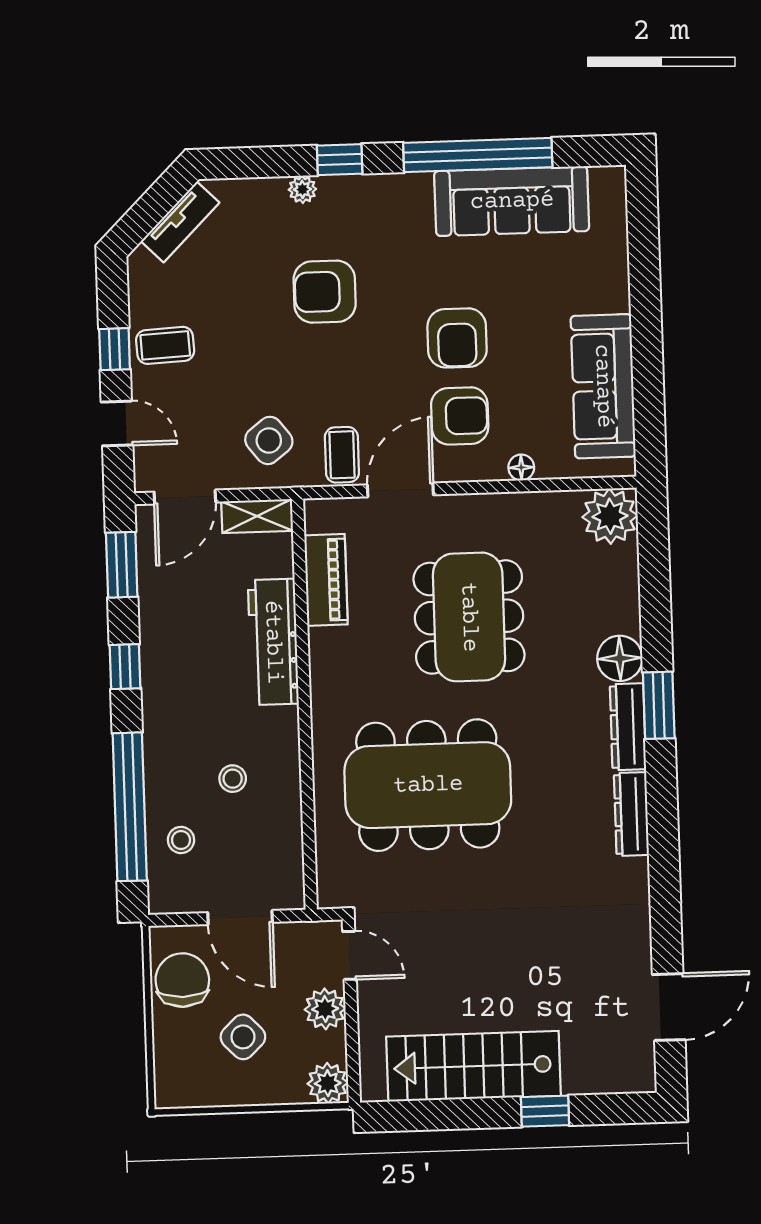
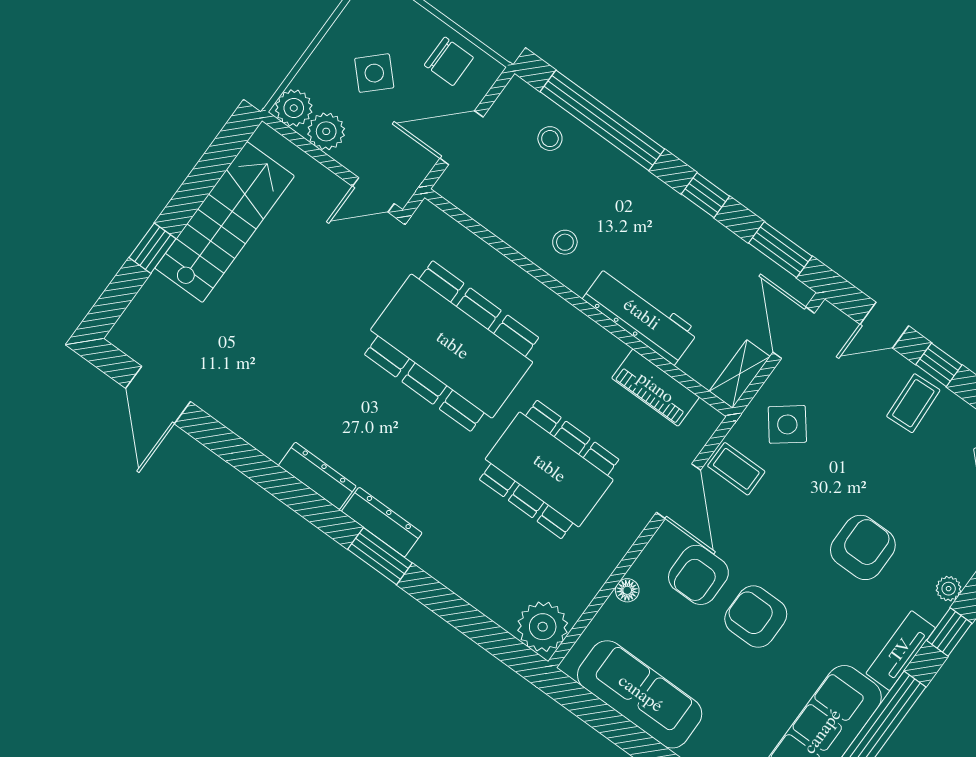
tv unit: (389, 189) -> (901, 651), added
floor lamp: (620, 658) -> (435, 554), removed
stool: (233, 779) -> (565, 242), moved
dining table: (428, 785) -> (452, 346), turned 90
chair: (182, 980) -> (449, 61), width x0.73, depth x0.73
plant: (325, 1009) -> (326, 131), moved

